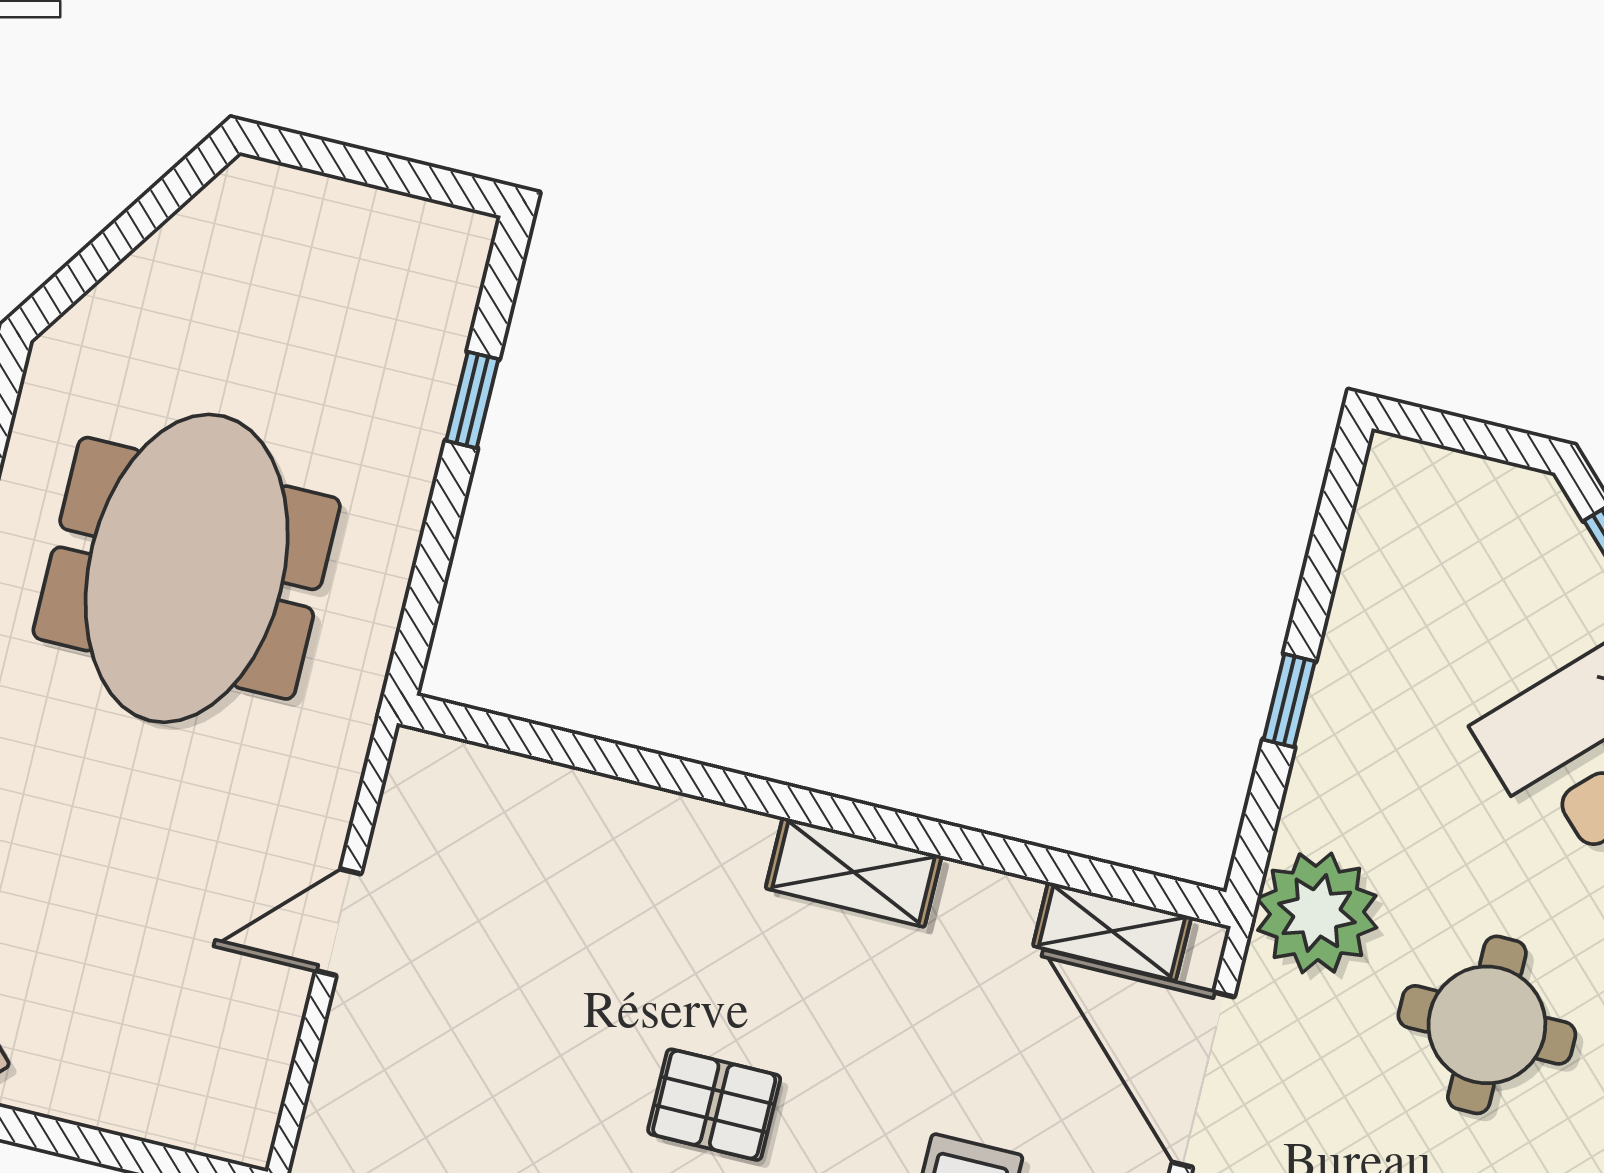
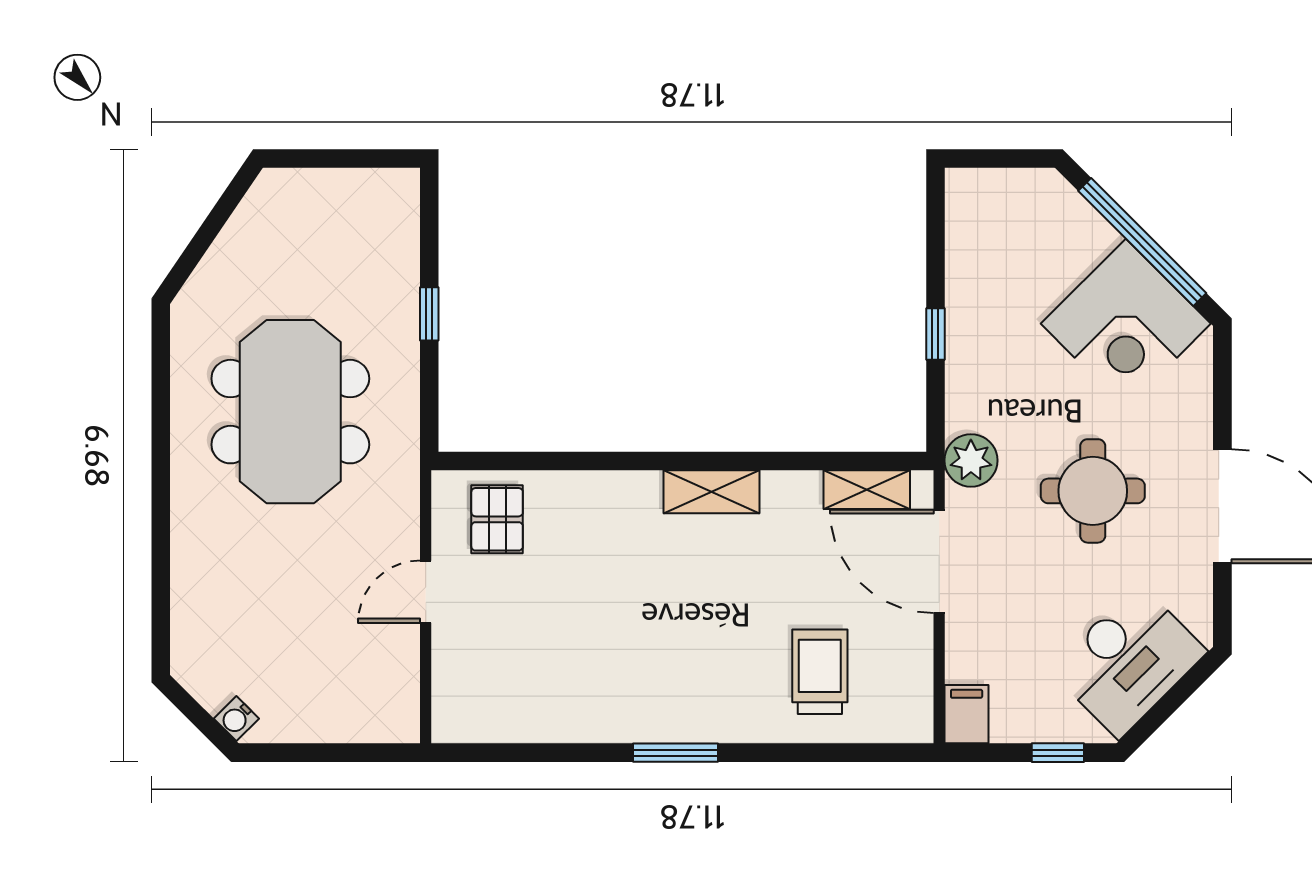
window: (472, 400) -> (429, 314), moved
plant: (1317, 913) -> (971, 460), width x0.73, depth x0.73
pallet: (714, 1105) -> (497, 519), moved, turned 90

